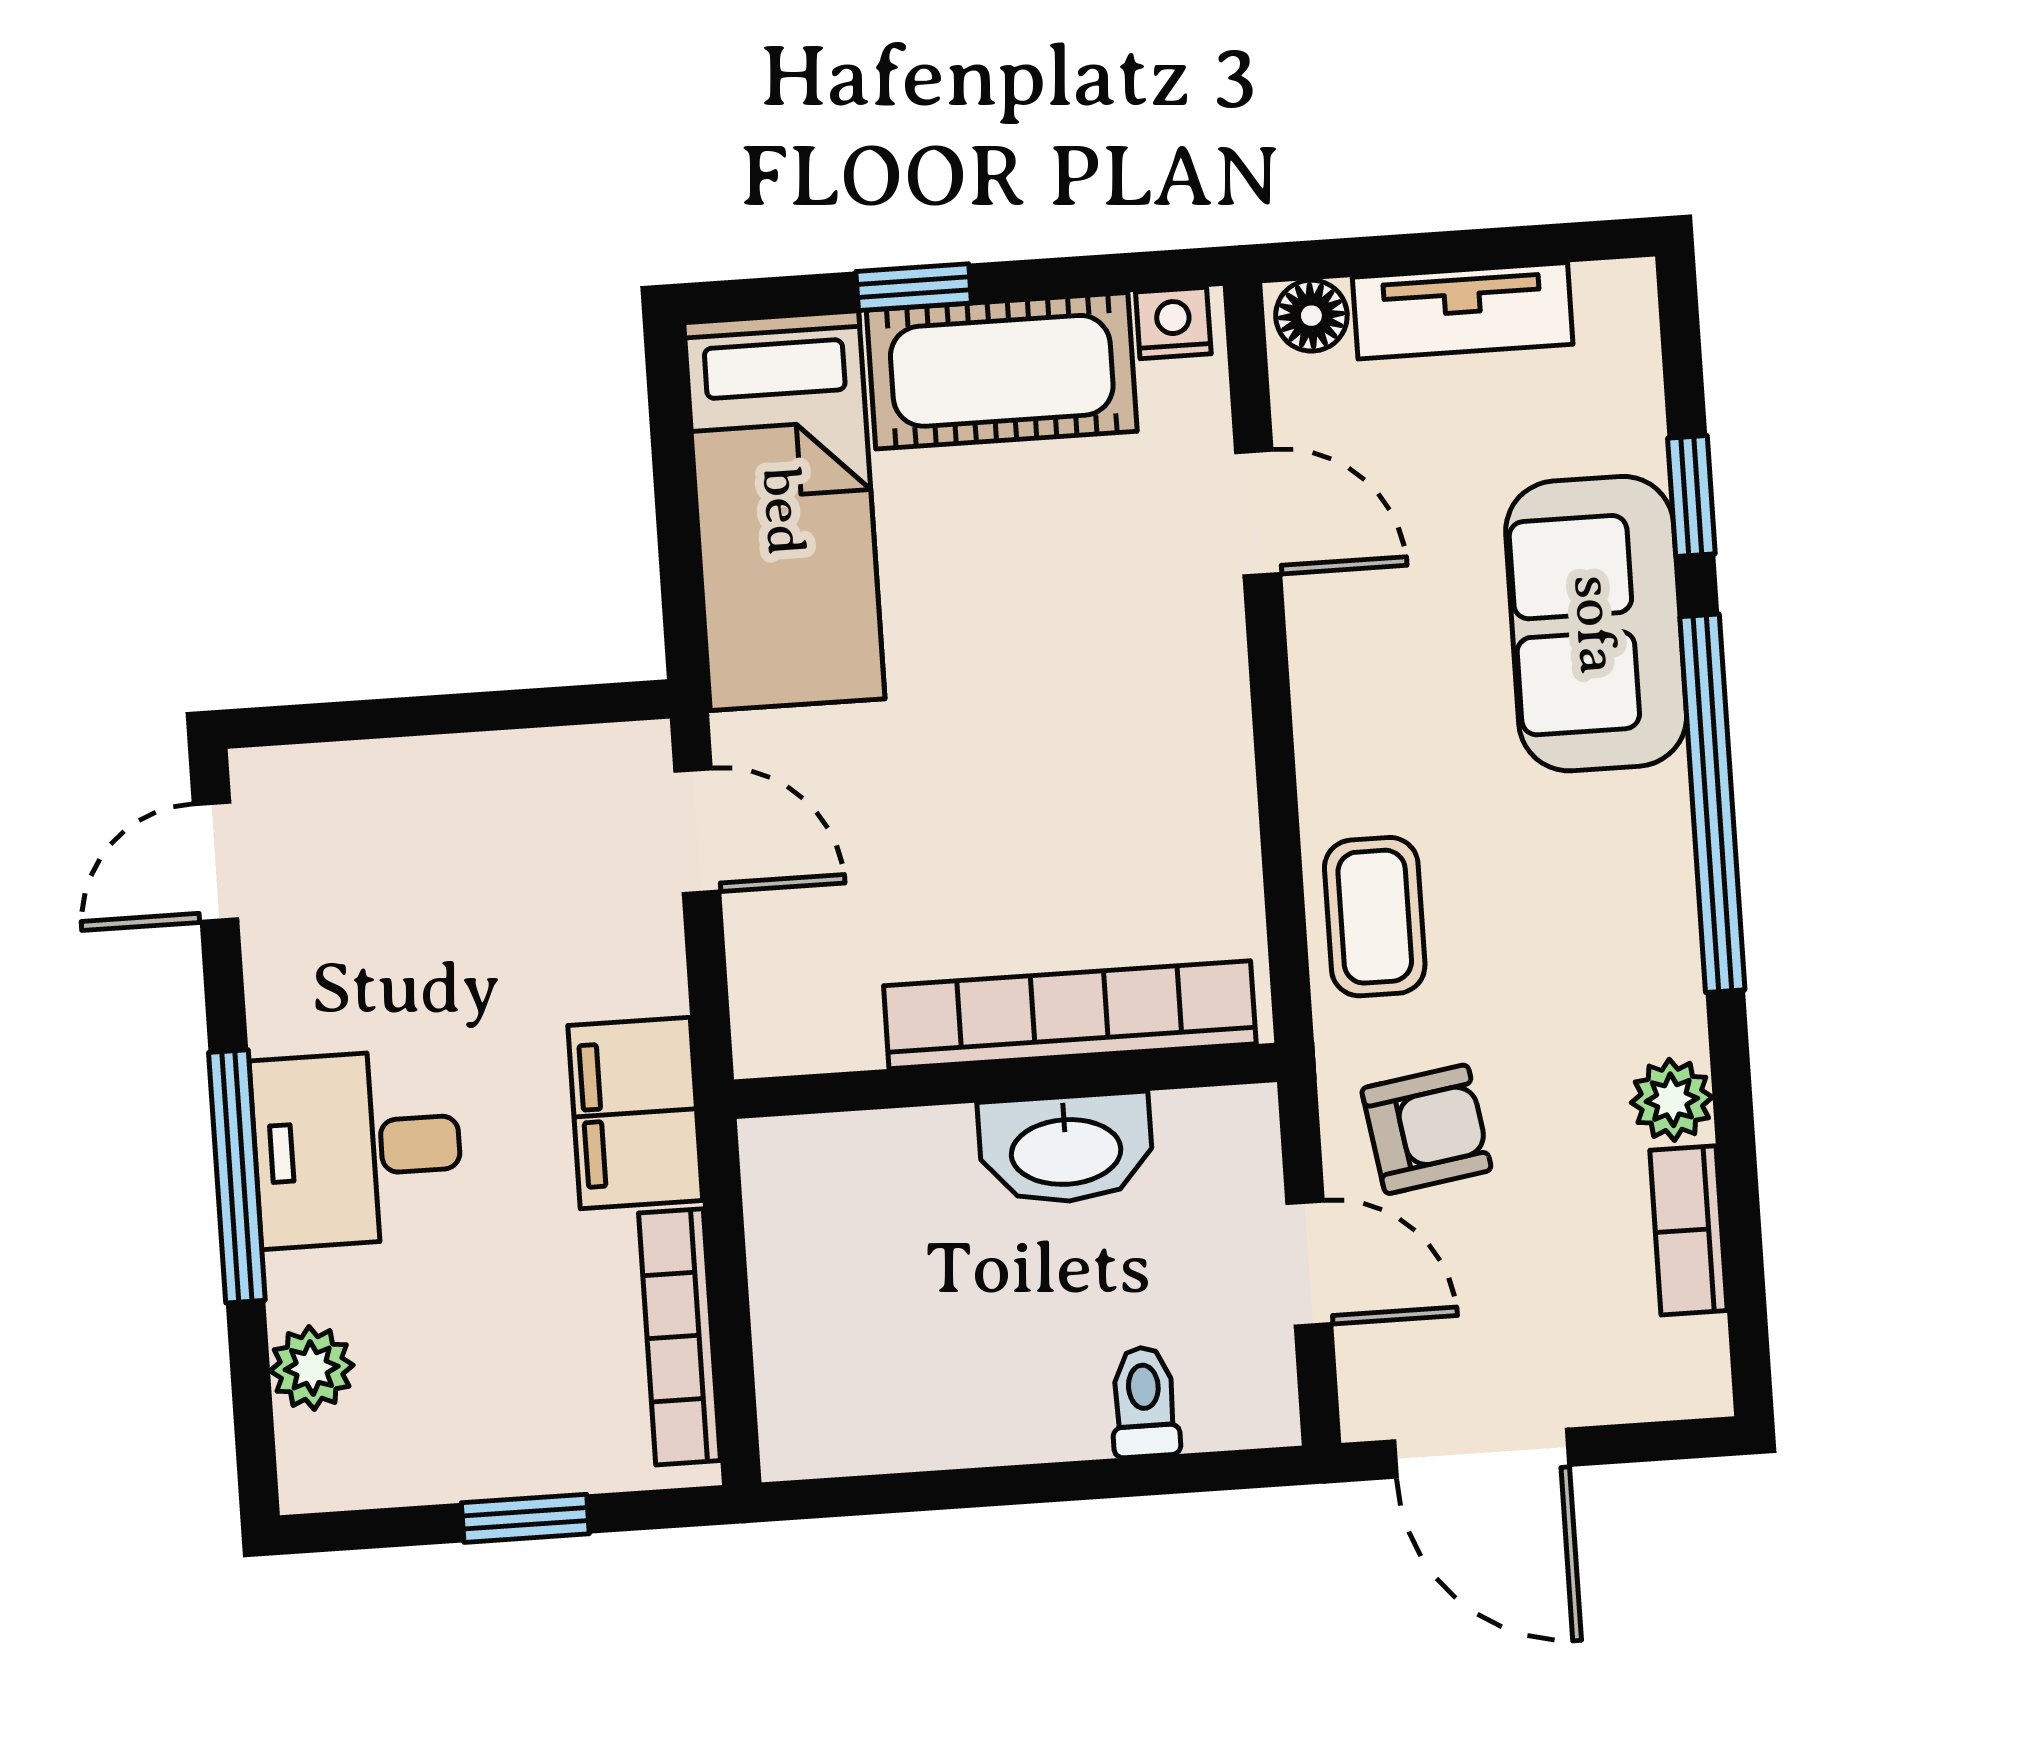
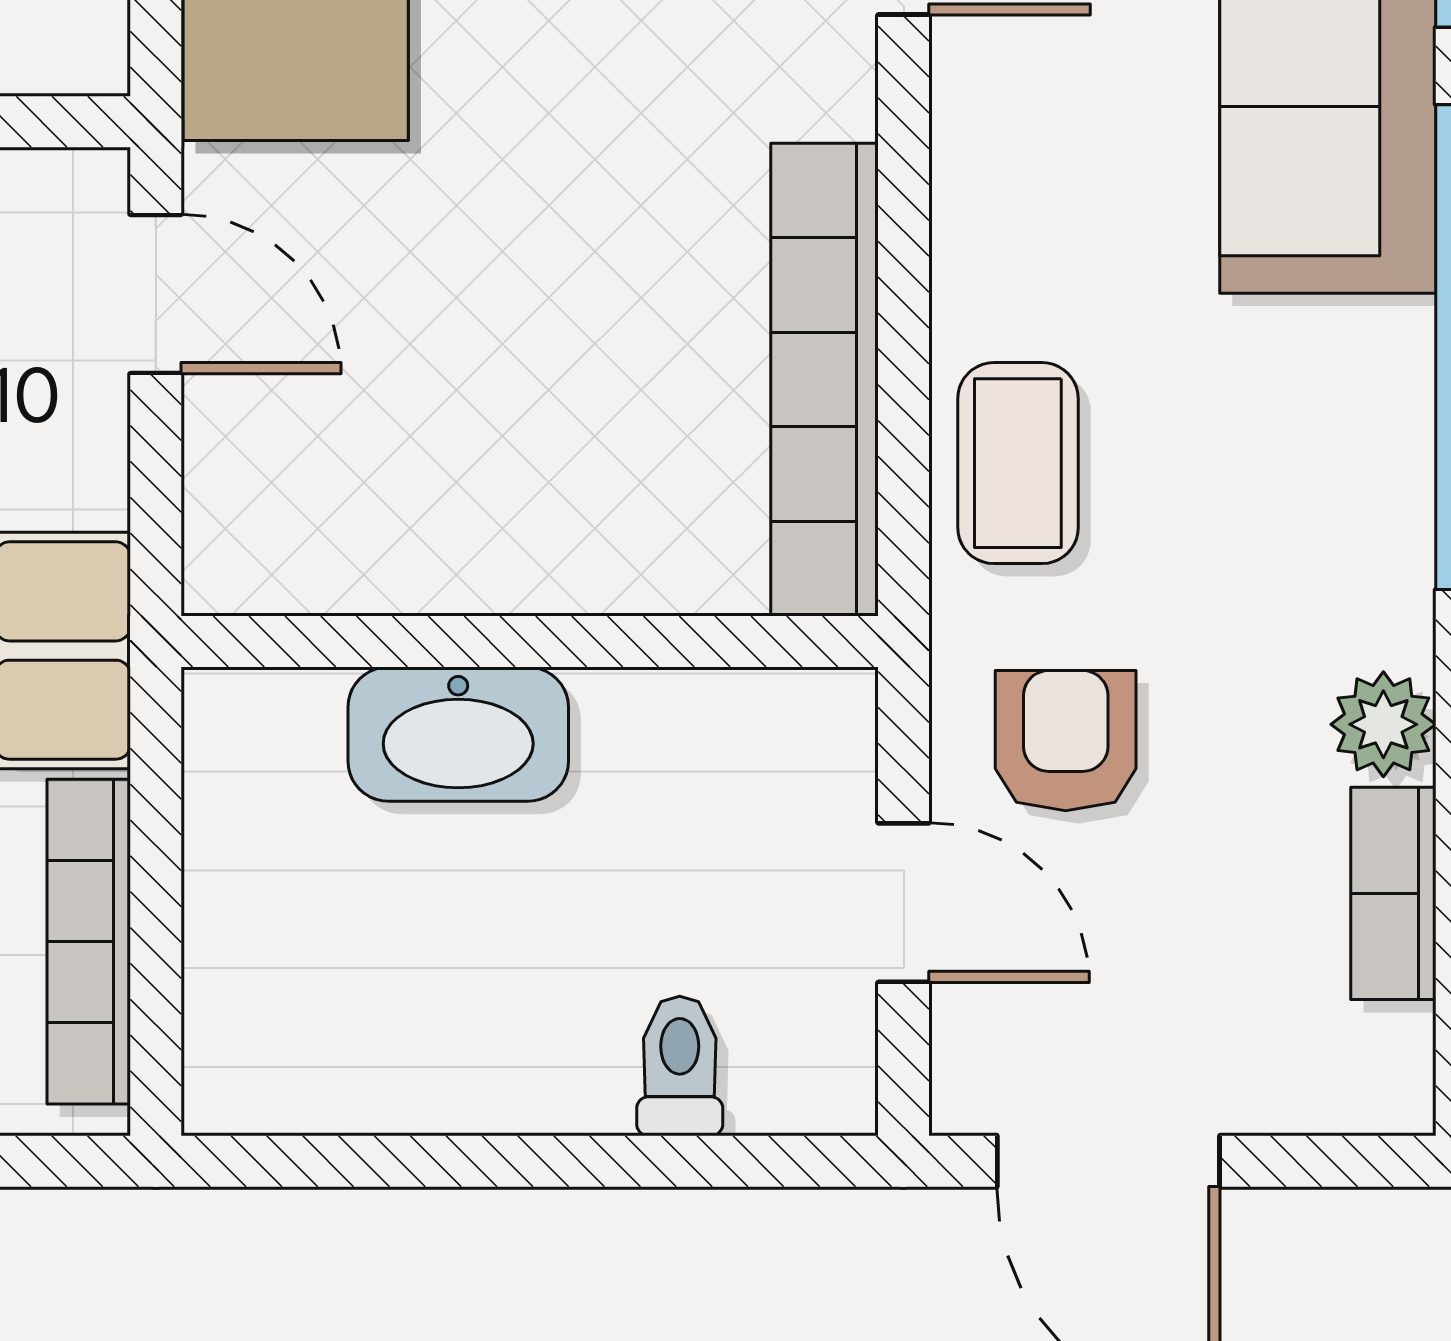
bookcase: (1070, 1015) -> (825, 380), moved, turned -90
armchair: (1426, 1129) -> (1066, 741), turned -81
washbasin: (1066, 1149) -> (458, 734), moved

